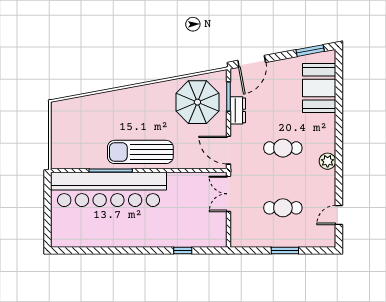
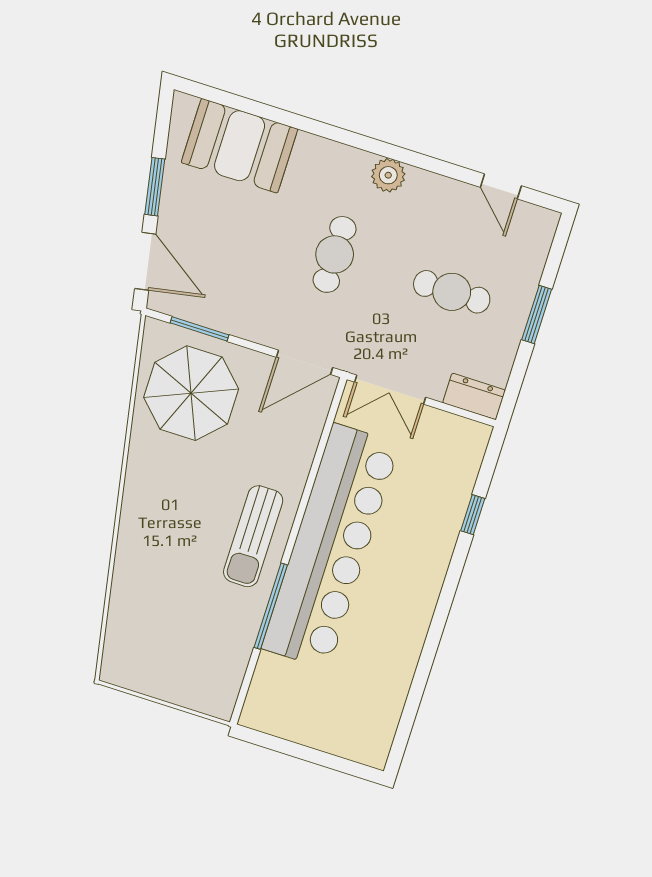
window: (310, 51) -> (155, 187), moved
dresser: (238, 110) -> (474, 396), moved
sun lounger: (140, 152) -> (253, 536), width x0.73, depth x0.75
bar counter: (109, 189) -> (331, 546), moved
cafe table: (283, 208) -> (452, 292), turned 90

